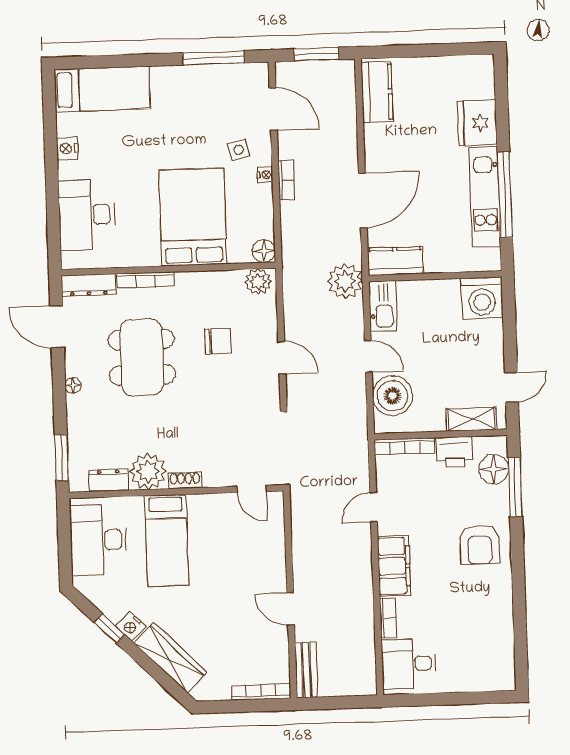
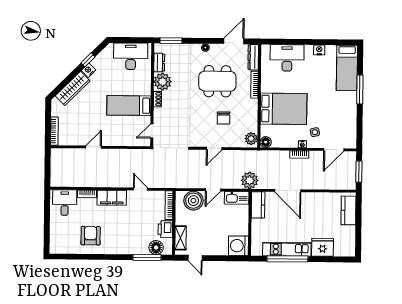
window: (213, 58) -> (360, 89), moved
kitchen counter: (377, 92) -> (348, 210), moved, turned 90
bed: (167, 540) -> (129, 105), moved
armchair: (480, 544) -> (91, 236), moved, turned 90
bench: (306, 670) -> (64, 153), removed

